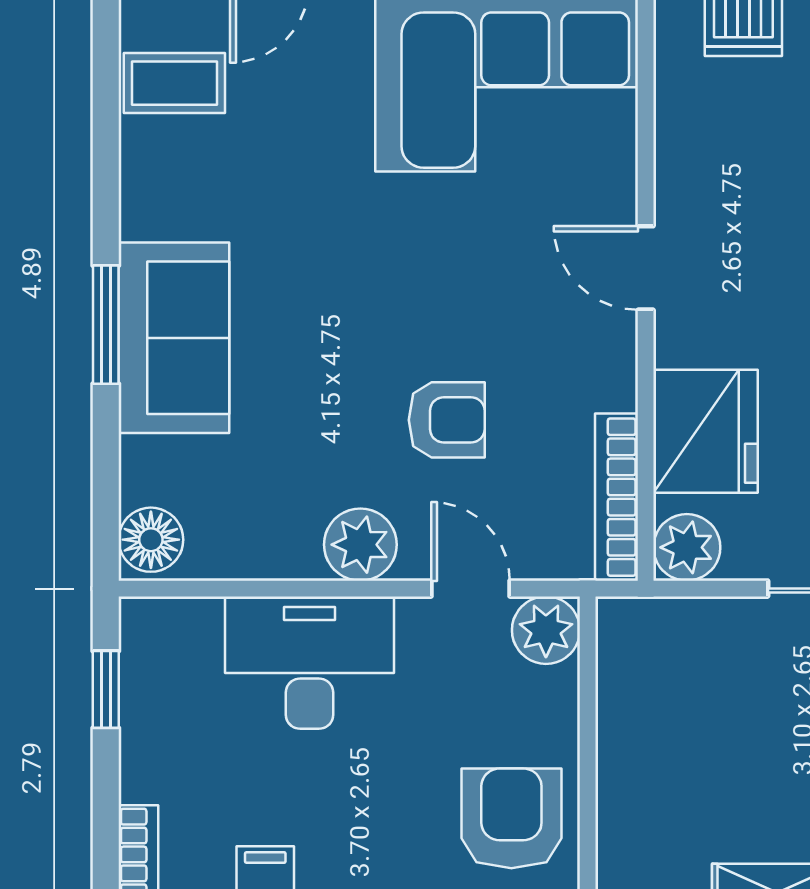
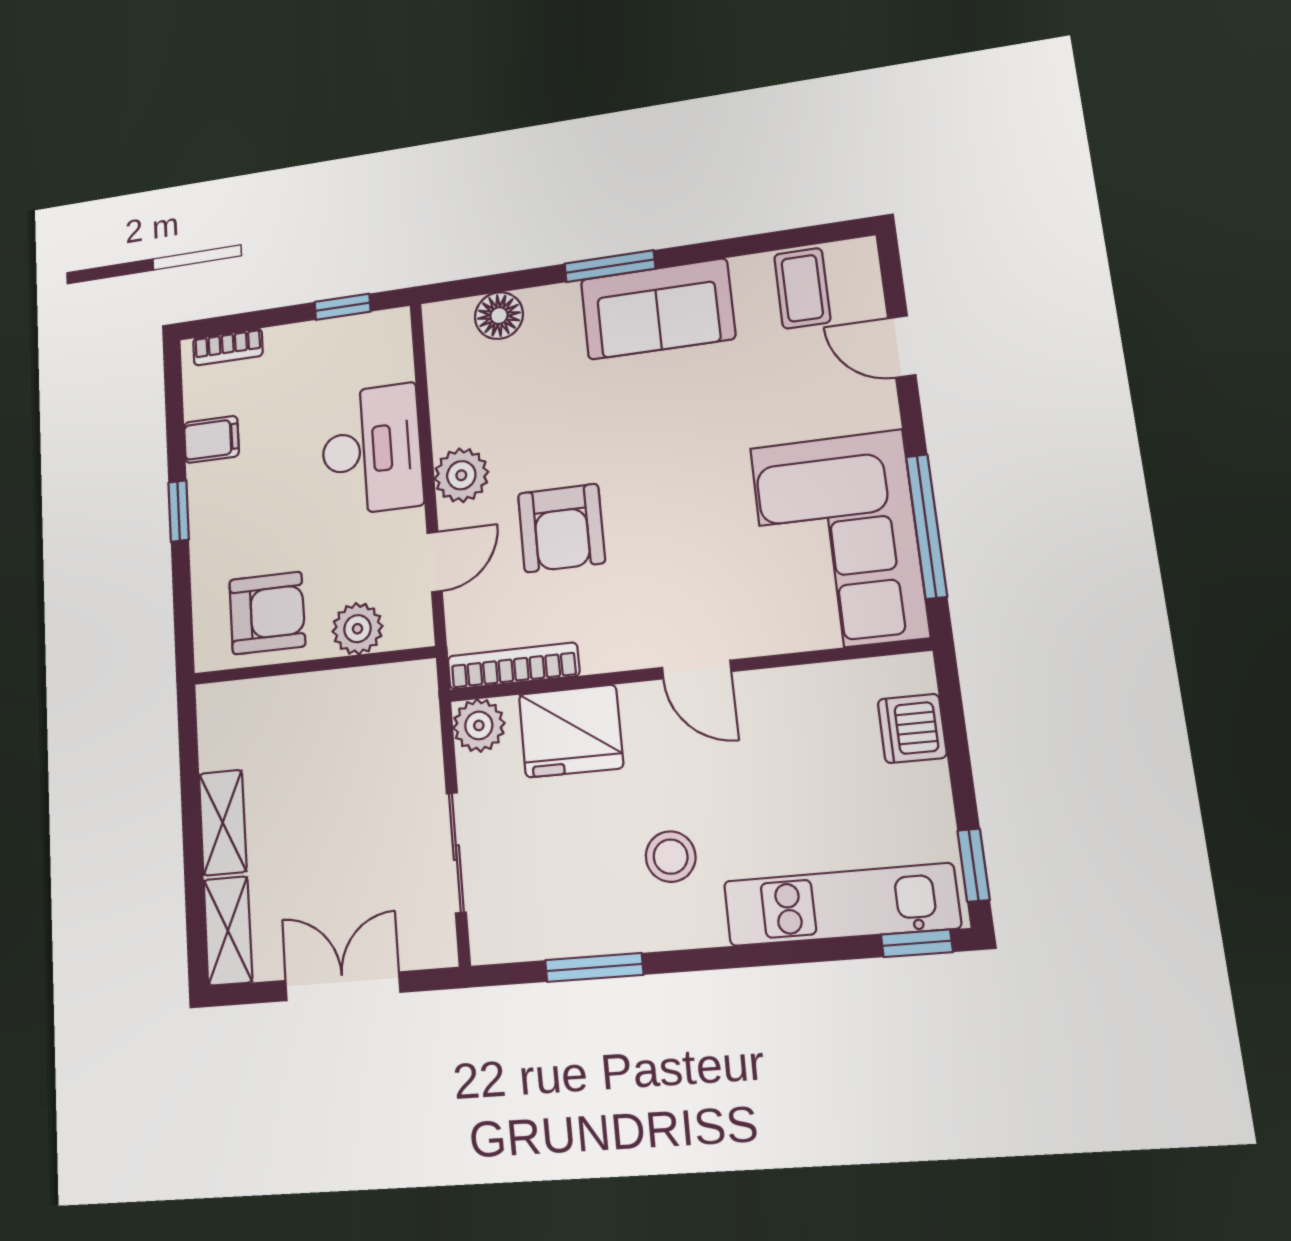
door: (646, 268) -> (697, 670), swing flipped
sofa: (174, 338) -> (658, 309), moved
armchair: (447, 420) -> (561, 528), width x1.38, depth x1.38
floor lamp: (151, 540) -> (499, 316), moved
plant: (546, 630) -> (357, 629), moved

